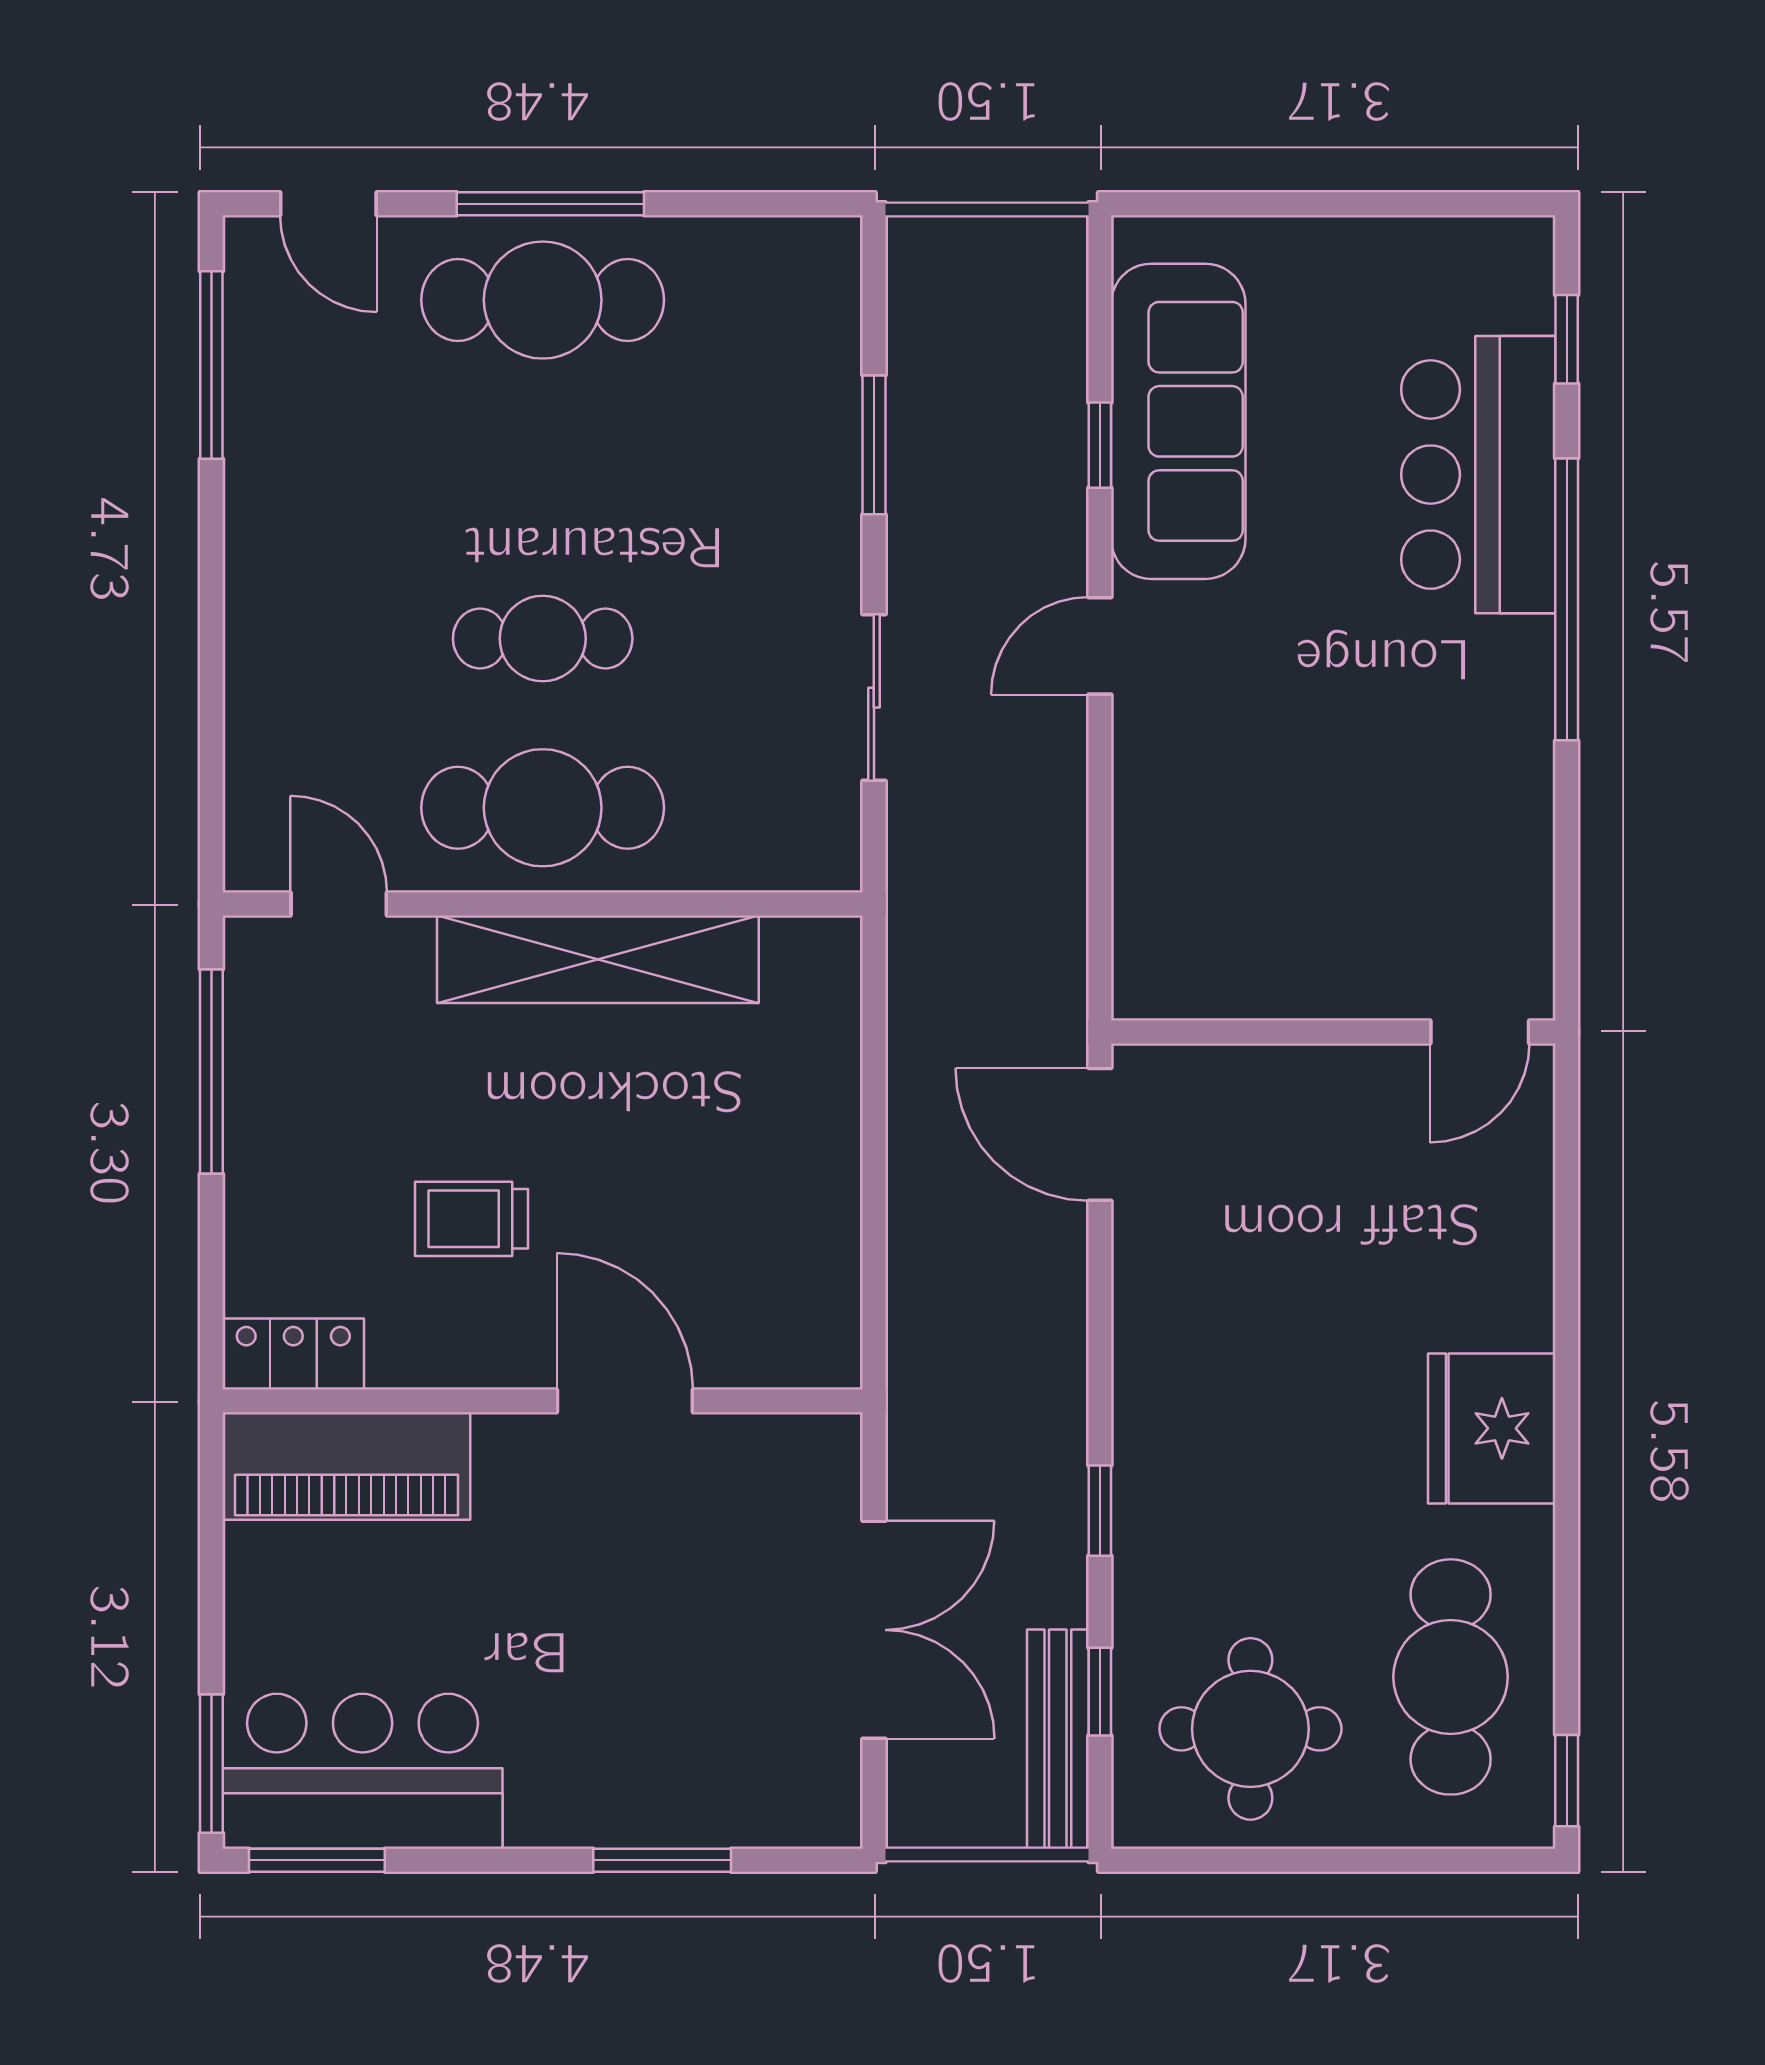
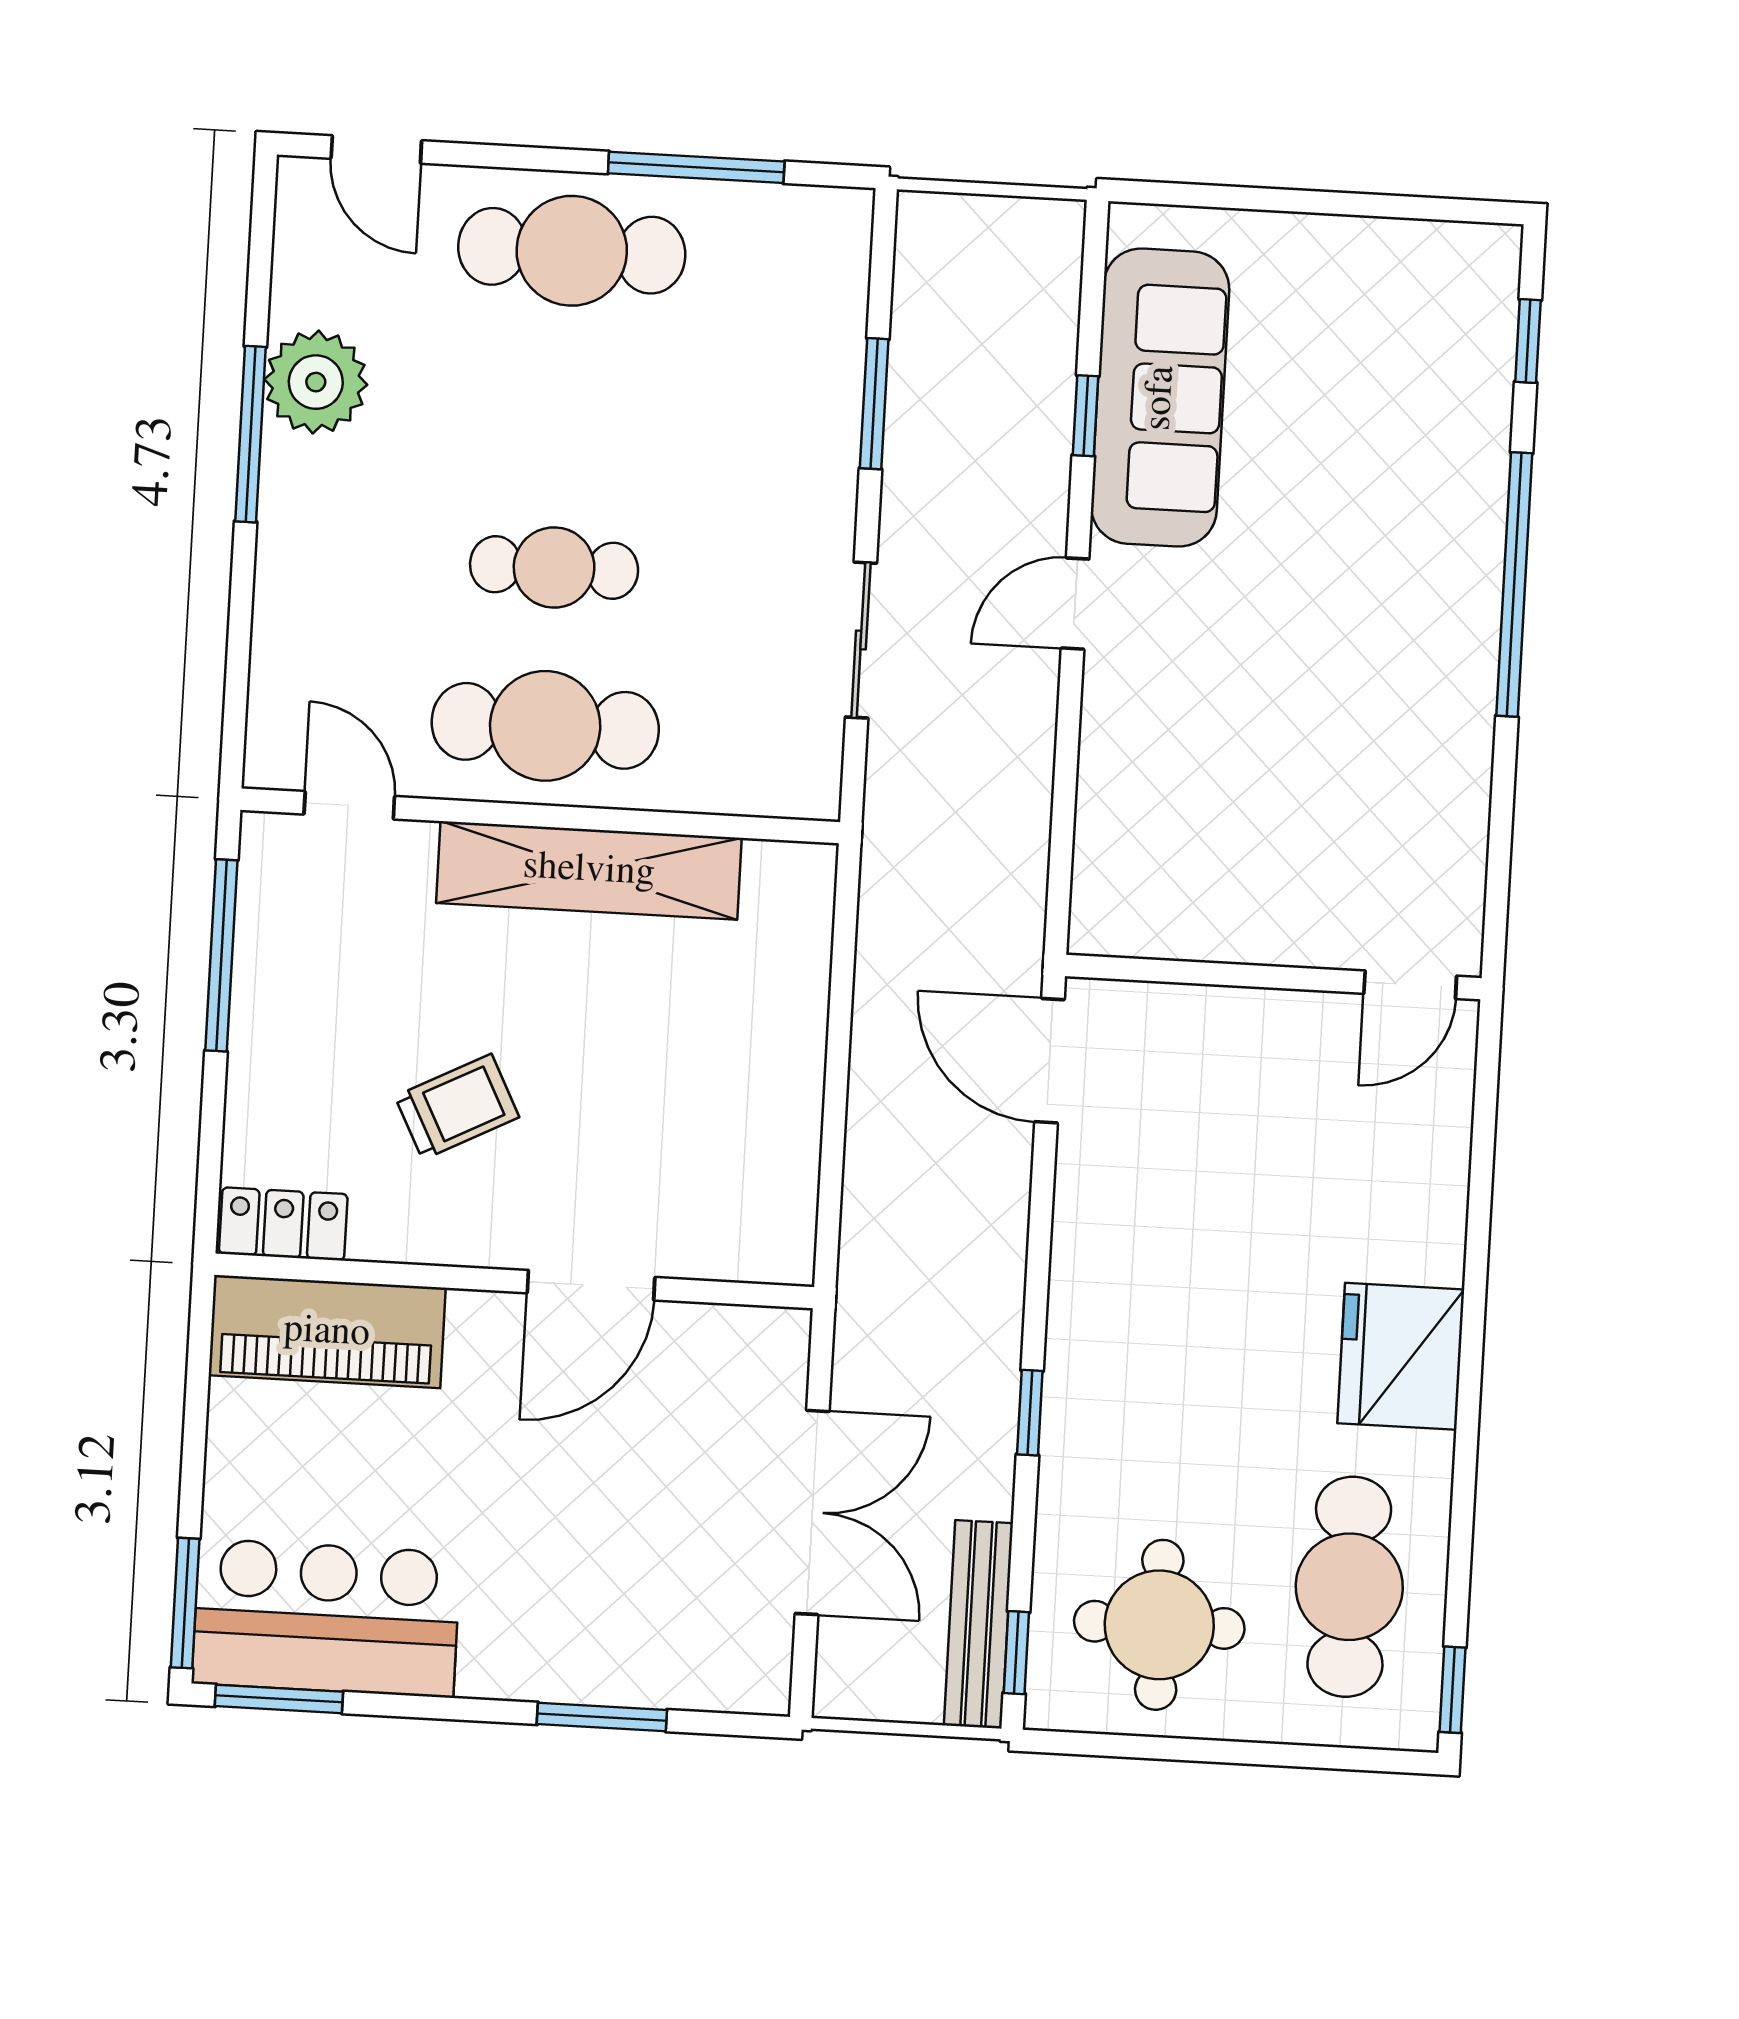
window: (550, 204) -> (696, 167), moved
window: (211, 365) -> (251, 434), moved
plant: (278, 455) -> (316, 382), added
bar counter: (1478, 475) -> (1438, 463), removed
trolley: (471, 1219) -> (457, 1107), turned 153
door: (625, 1401) -> (591, 1285), swing flipped
window: (1100, 1692) -> (1016, 1653), moved

